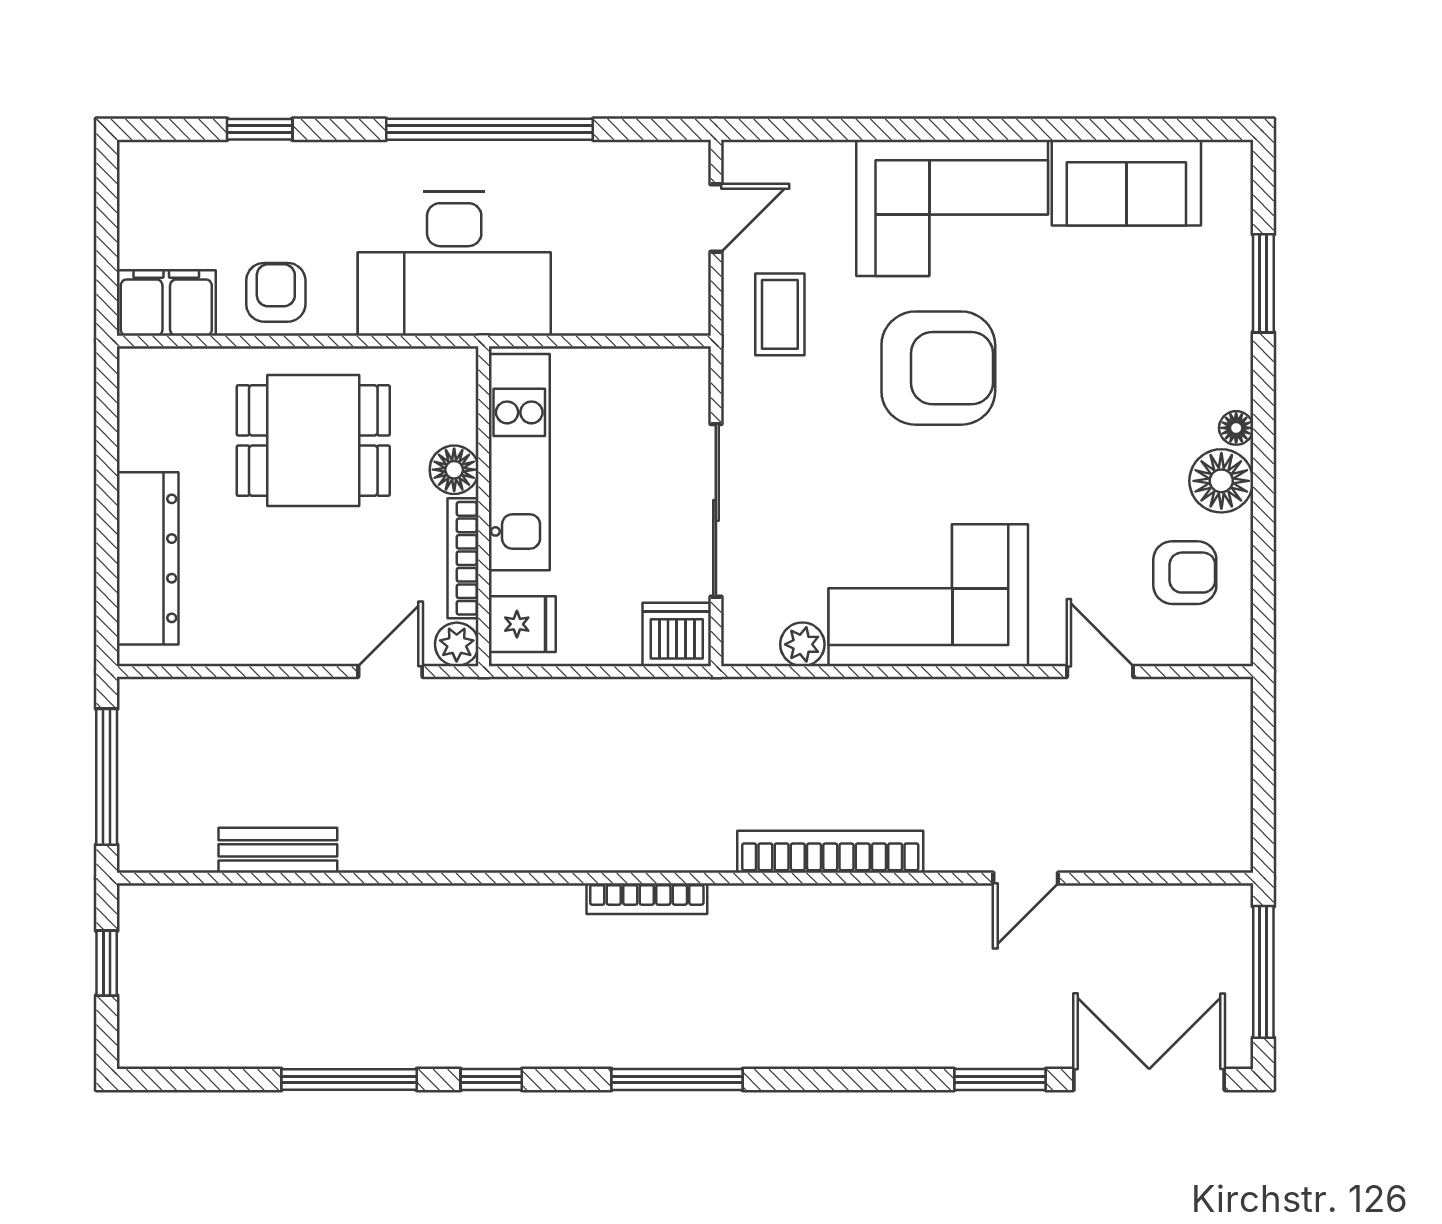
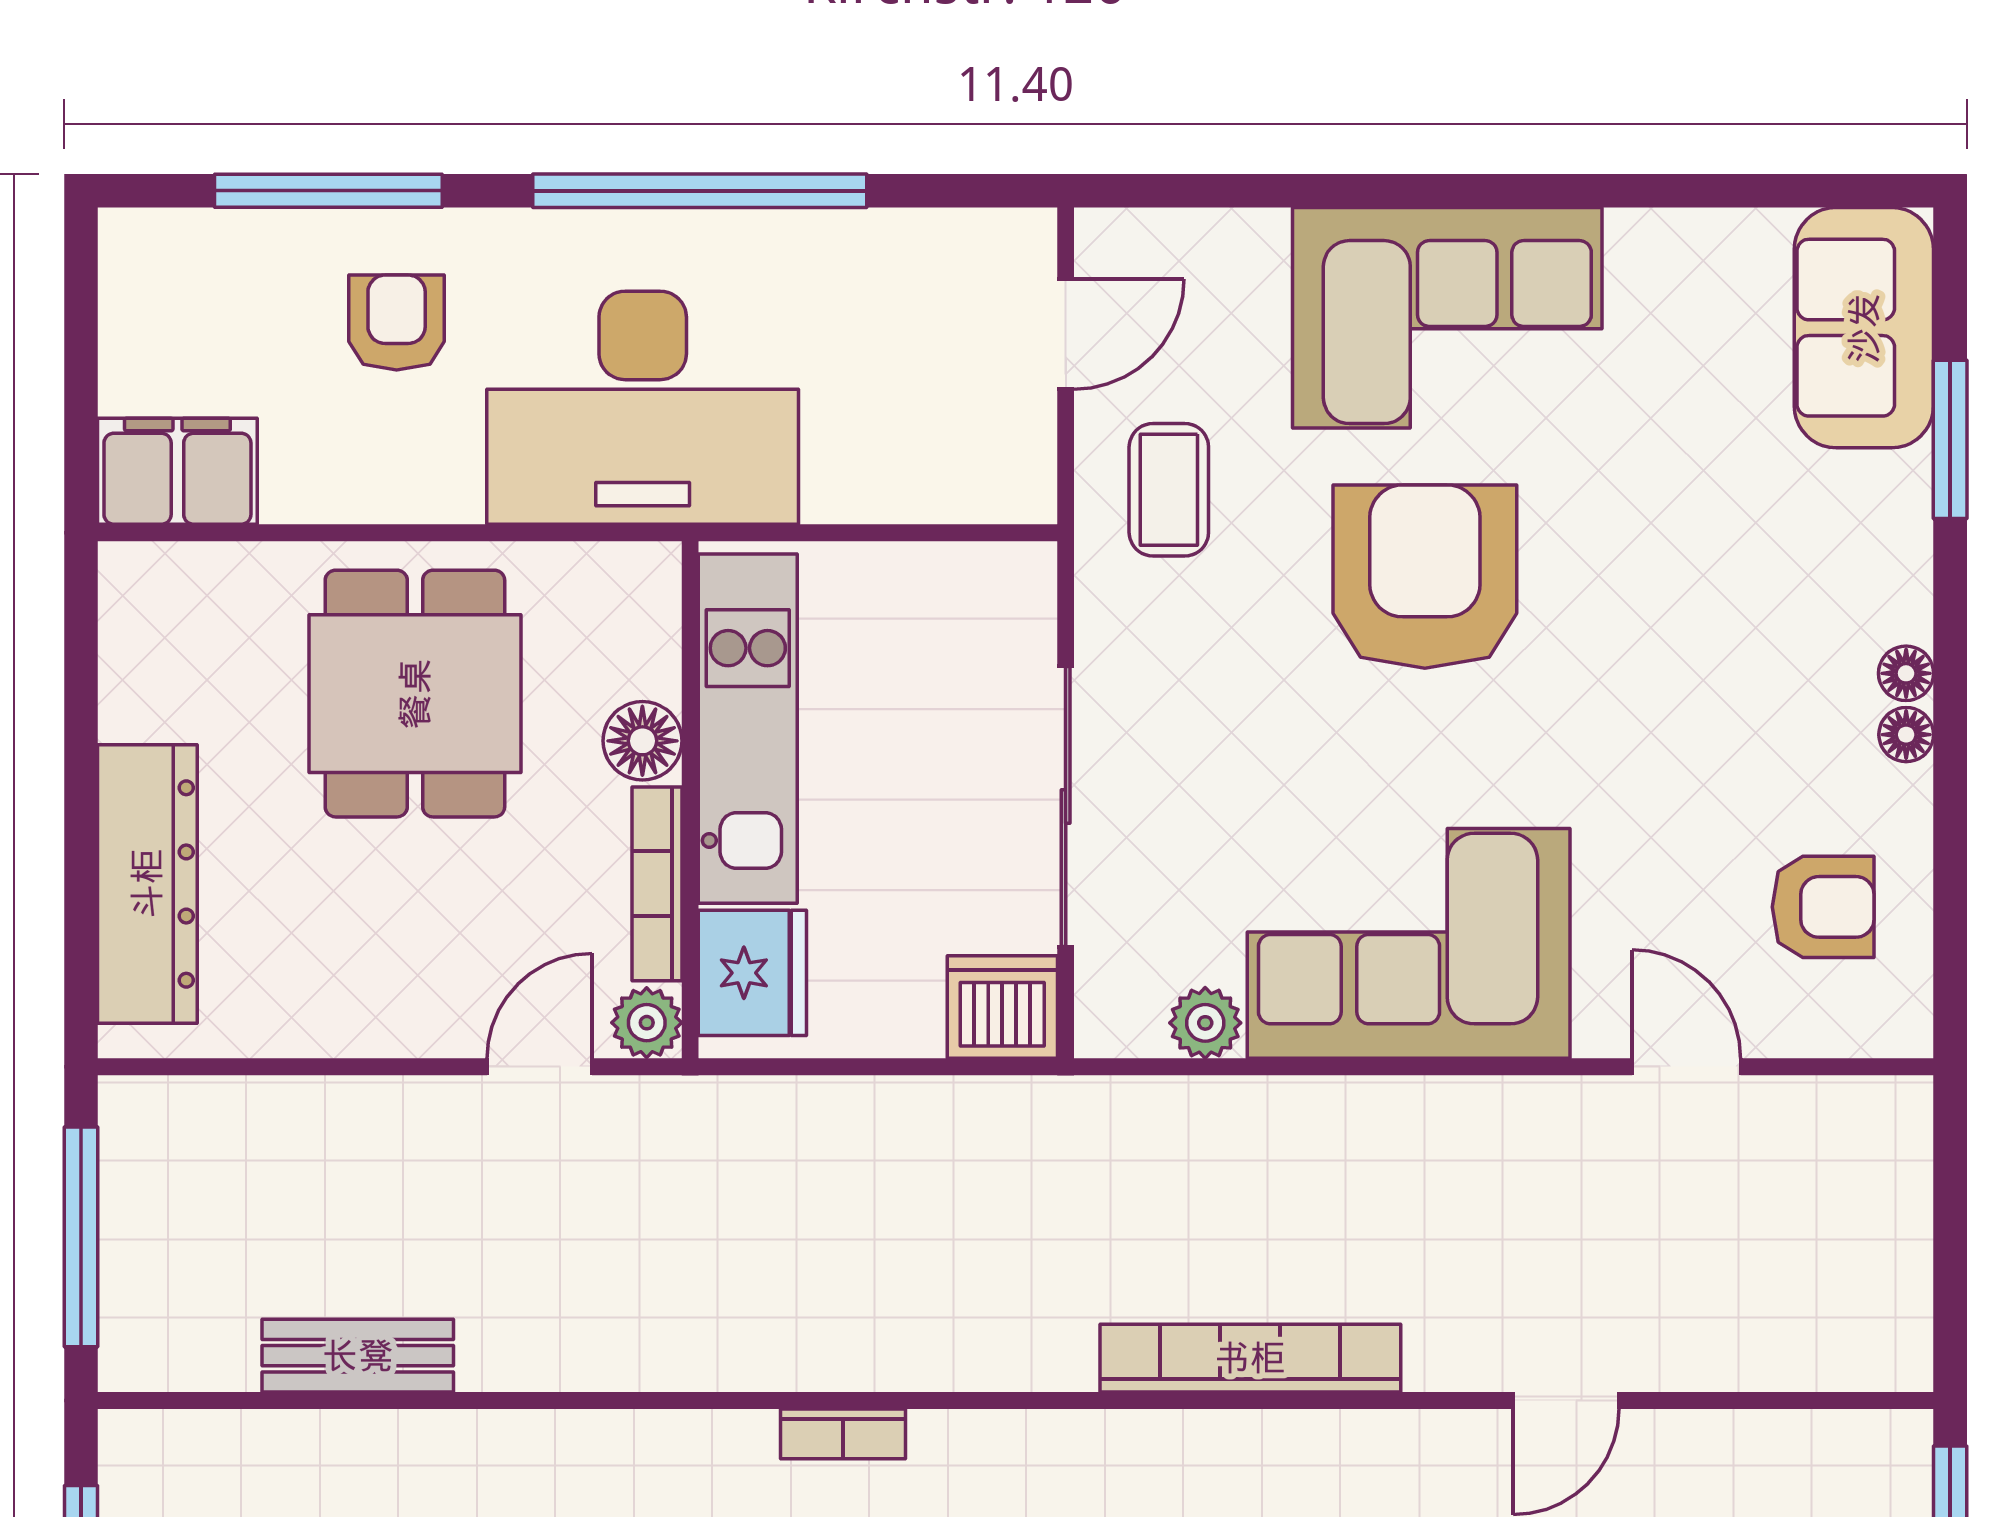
window: (260, 129) -> (328, 191), width x2.17
sofa: (1126, 183) -> (1864, 328), moved, turned 90
armchair: (276, 292) -> (397, 323), moved
armchair: (938, 368) -> (1425, 577), turned -90
dining table: (313, 441) -> (415, 694), turned 90
floor lamp: (1221, 481) -> (1906, 735), width x0.53, depth x0.53
fridge: (522, 624) -> (752, 973), width x1.38
bookcase: (647, 899) -> (843, 1434), moved, width x0.64

